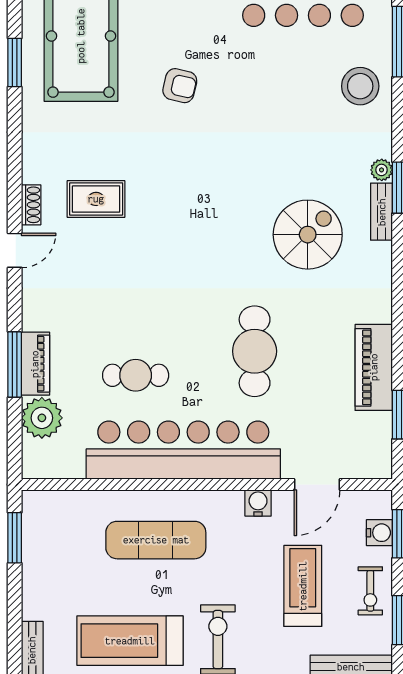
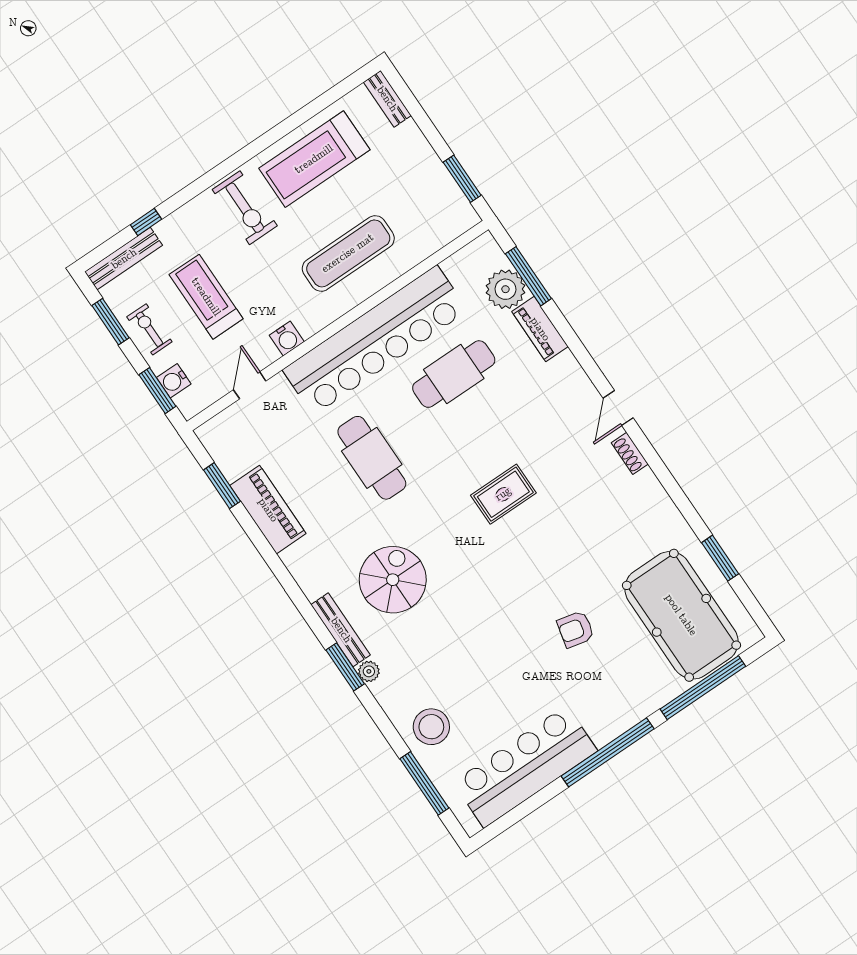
rug: (96, 199) -> (503, 494), moved
bench: (382, 212) -> (341, 630), width x1.36
spiral stairs: (308, 235) -> (393, 580), turned 180
window: (15, 365) -> (528, 276), moved
cafe table: (136, 375) -> (454, 374), width x1.37, depth x1.35
door: (317, 484) -> (250, 385), width x0.73
treadmill: (303, 586) -> (206, 297), turned 180
treadmill: (130, 641) -> (314, 159), turned 180

